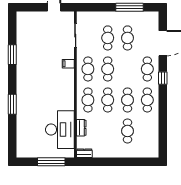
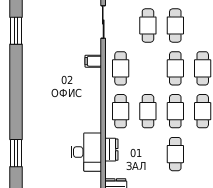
window: (12, 55) -> (16, 31), moved
cafe table: (108, 69) -> (175, 68), moved
window: (12, 104) -> (16, 153), moved
desk: (60, 130) -> (86, 152), width x0.73, depth x0.77

